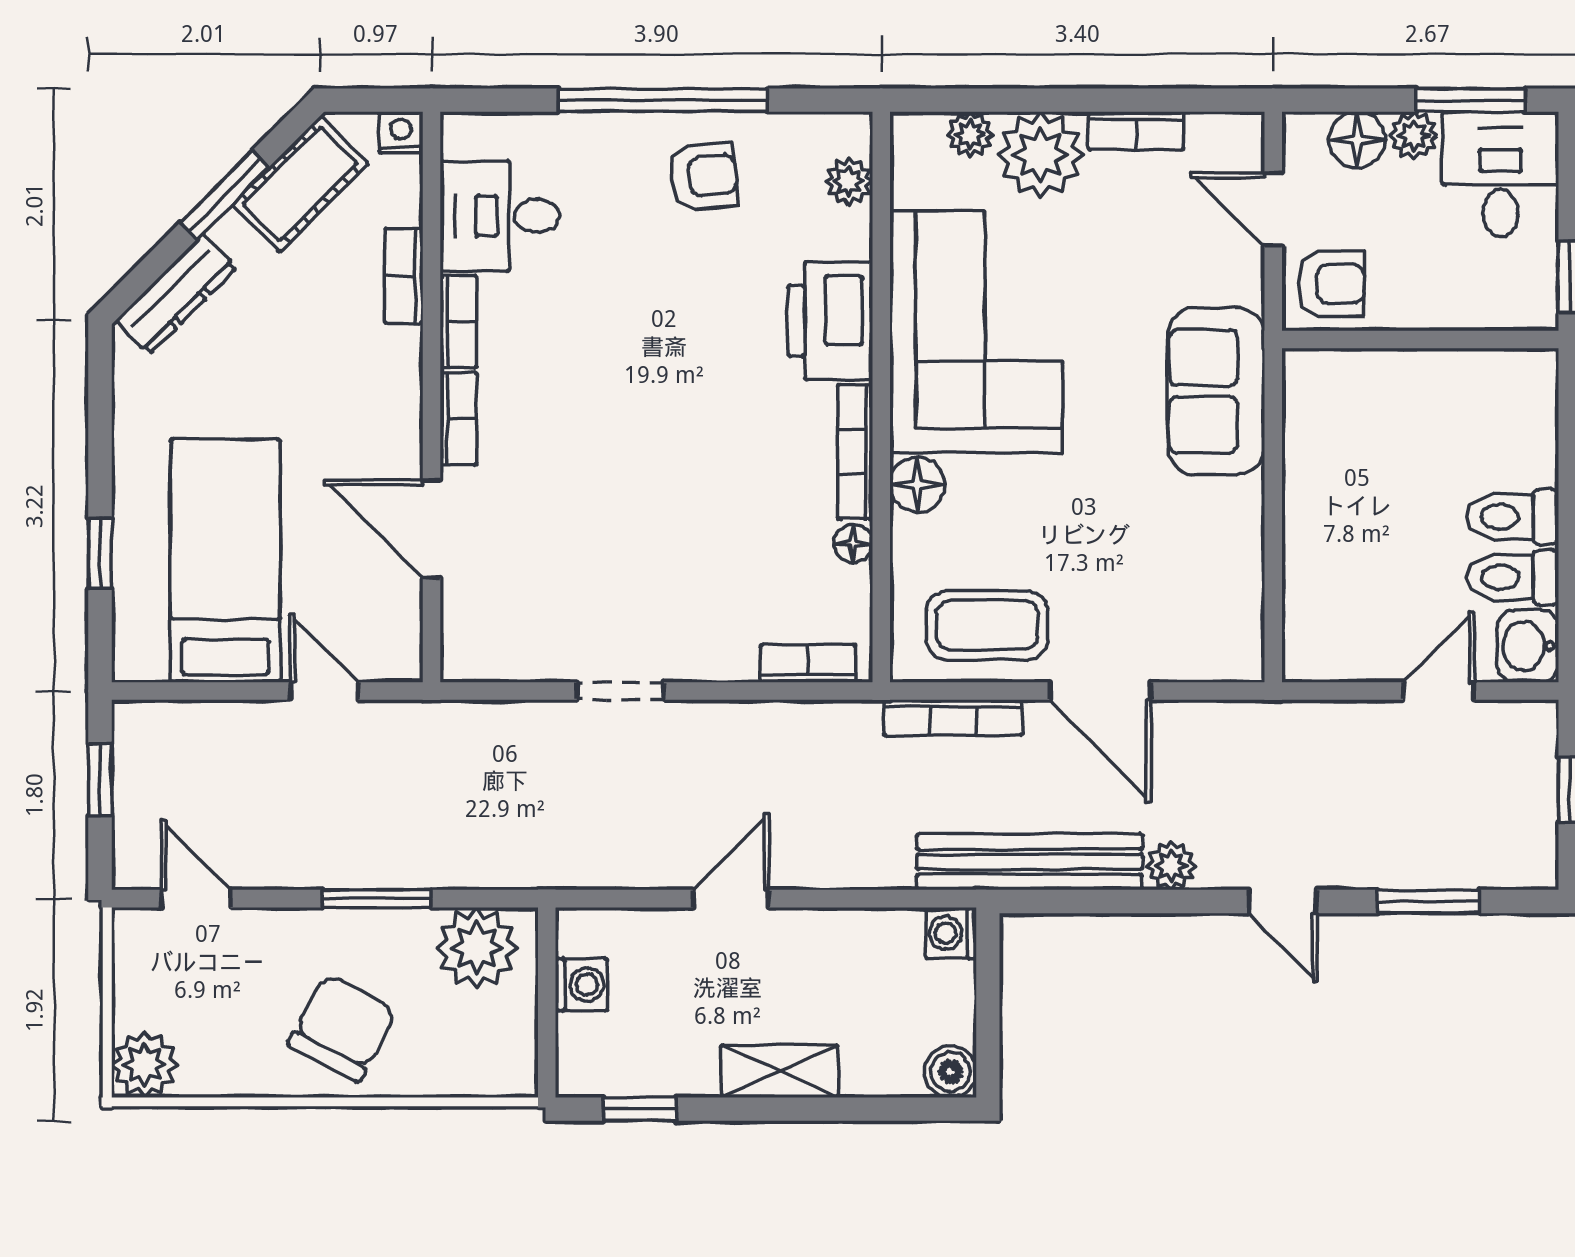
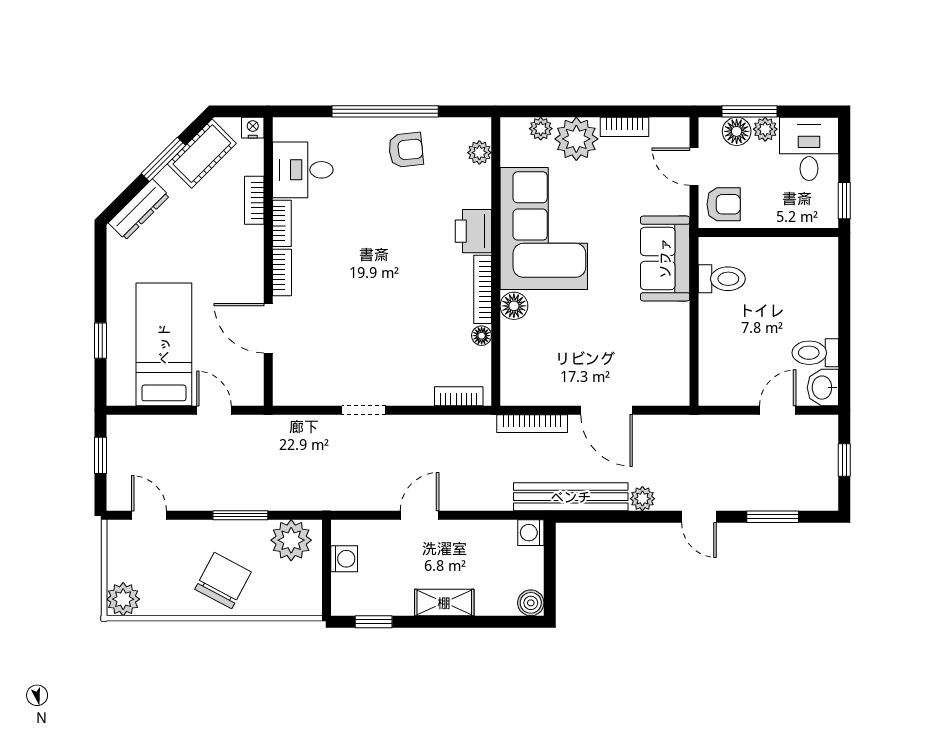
window: (1471, 100) -> (750, 111), moved
printer: (830, 321) -> (473, 231), width x0.73, depth x0.84
toilet: (1512, 517) -> (722, 279), moved, turned 180
coffee table: (987, 625) -> (549, 377), removed

